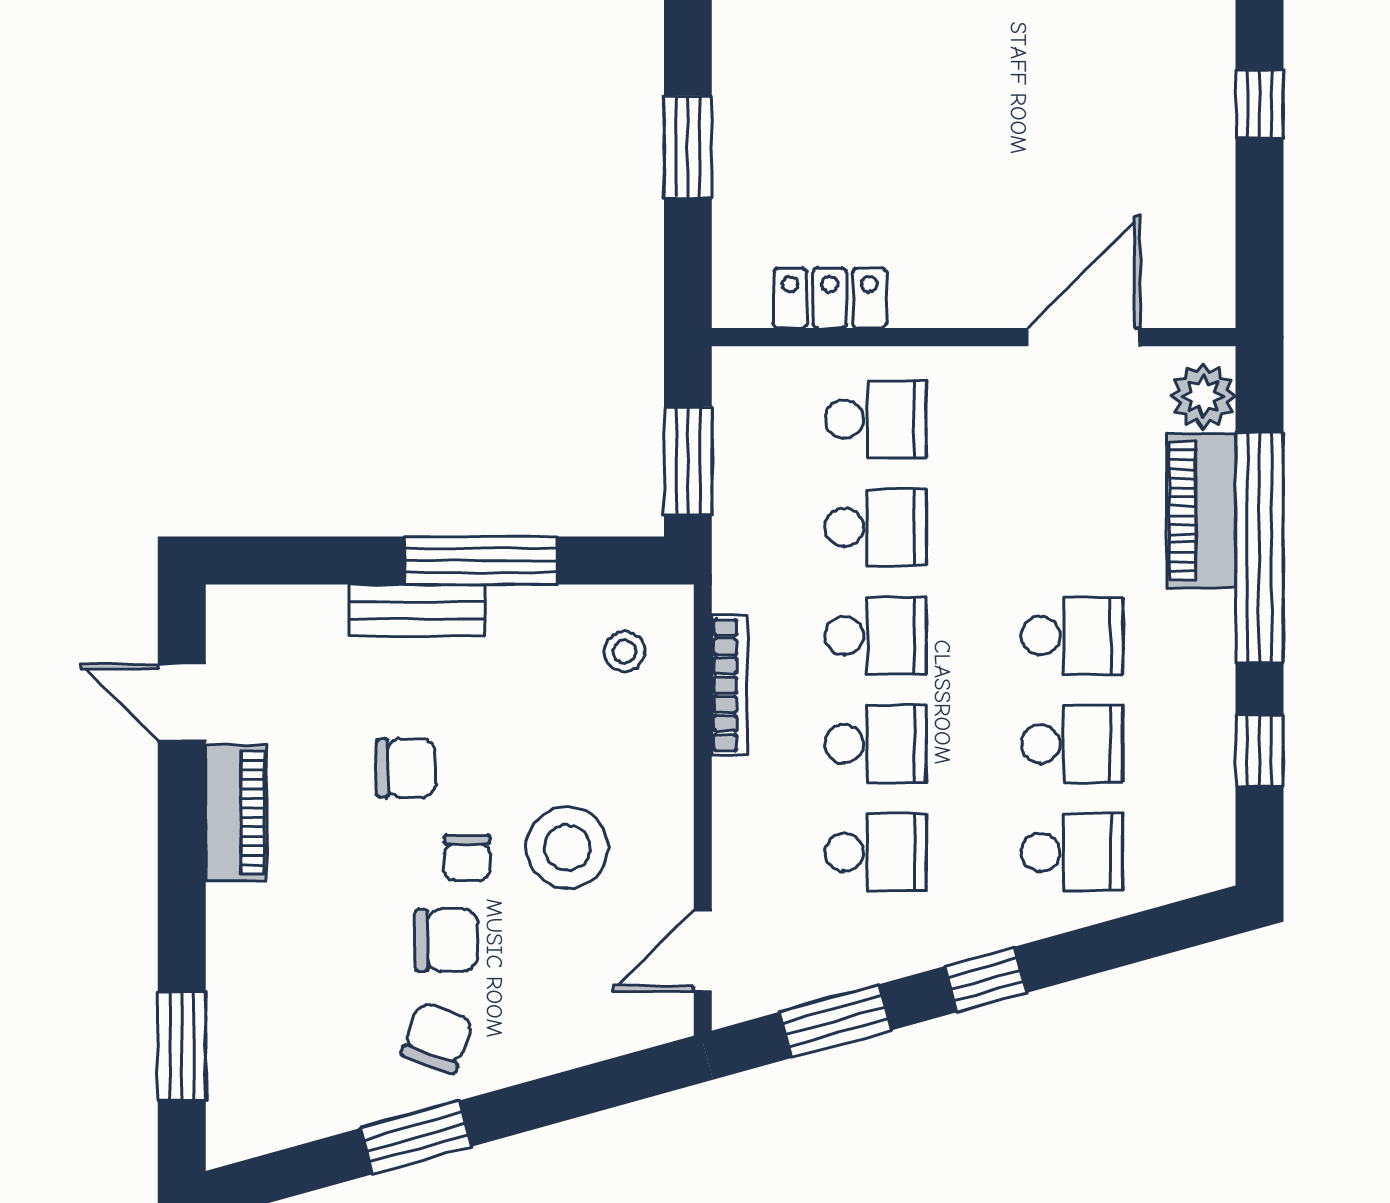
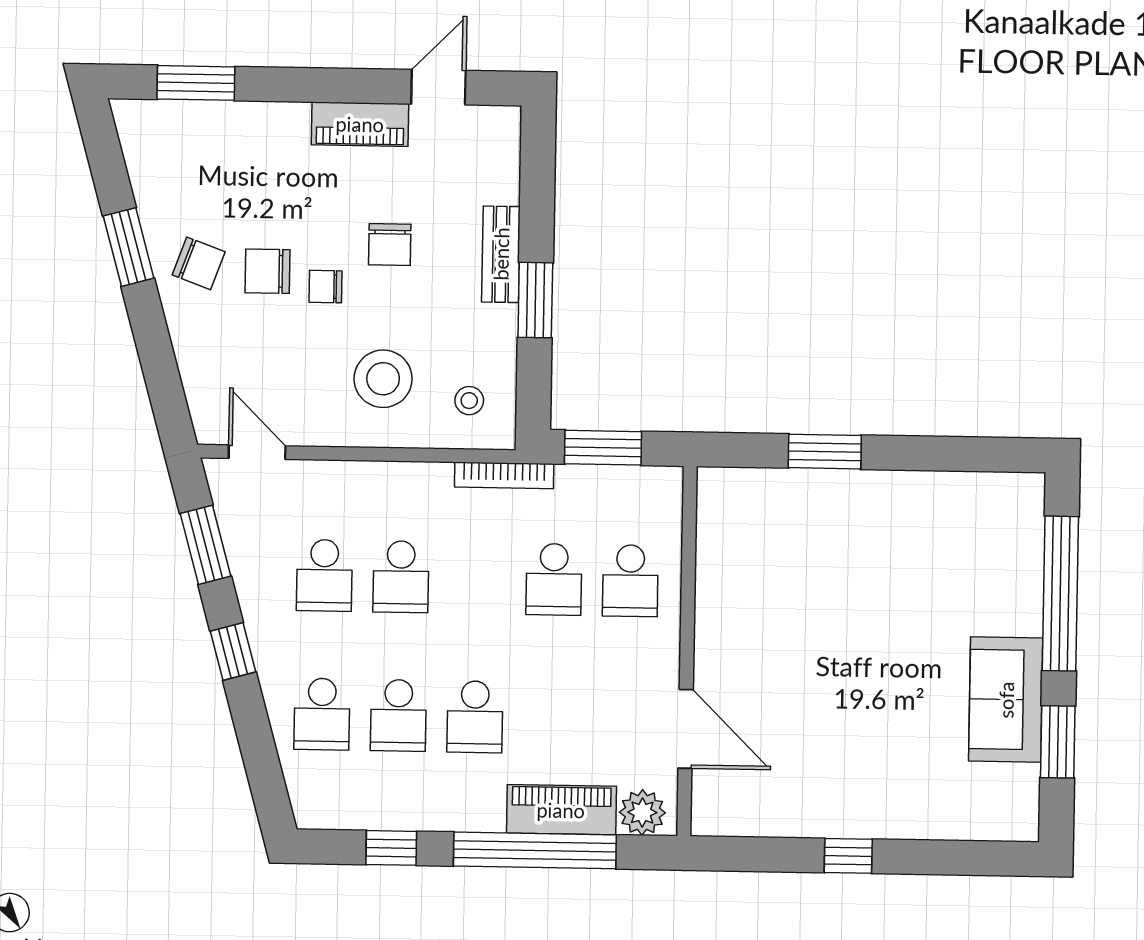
locker: (830, 298) -> (716, 550), removed
window: (481, 560) -> (535, 300), width x0.69
school desk: (876, 636) -> (477, 578), removed
bookcase: (730, 685) -> (504, 475), moved
stool: (567, 848) -> (383, 379), moved
chair: (446, 940) -> (268, 271), turned 90

